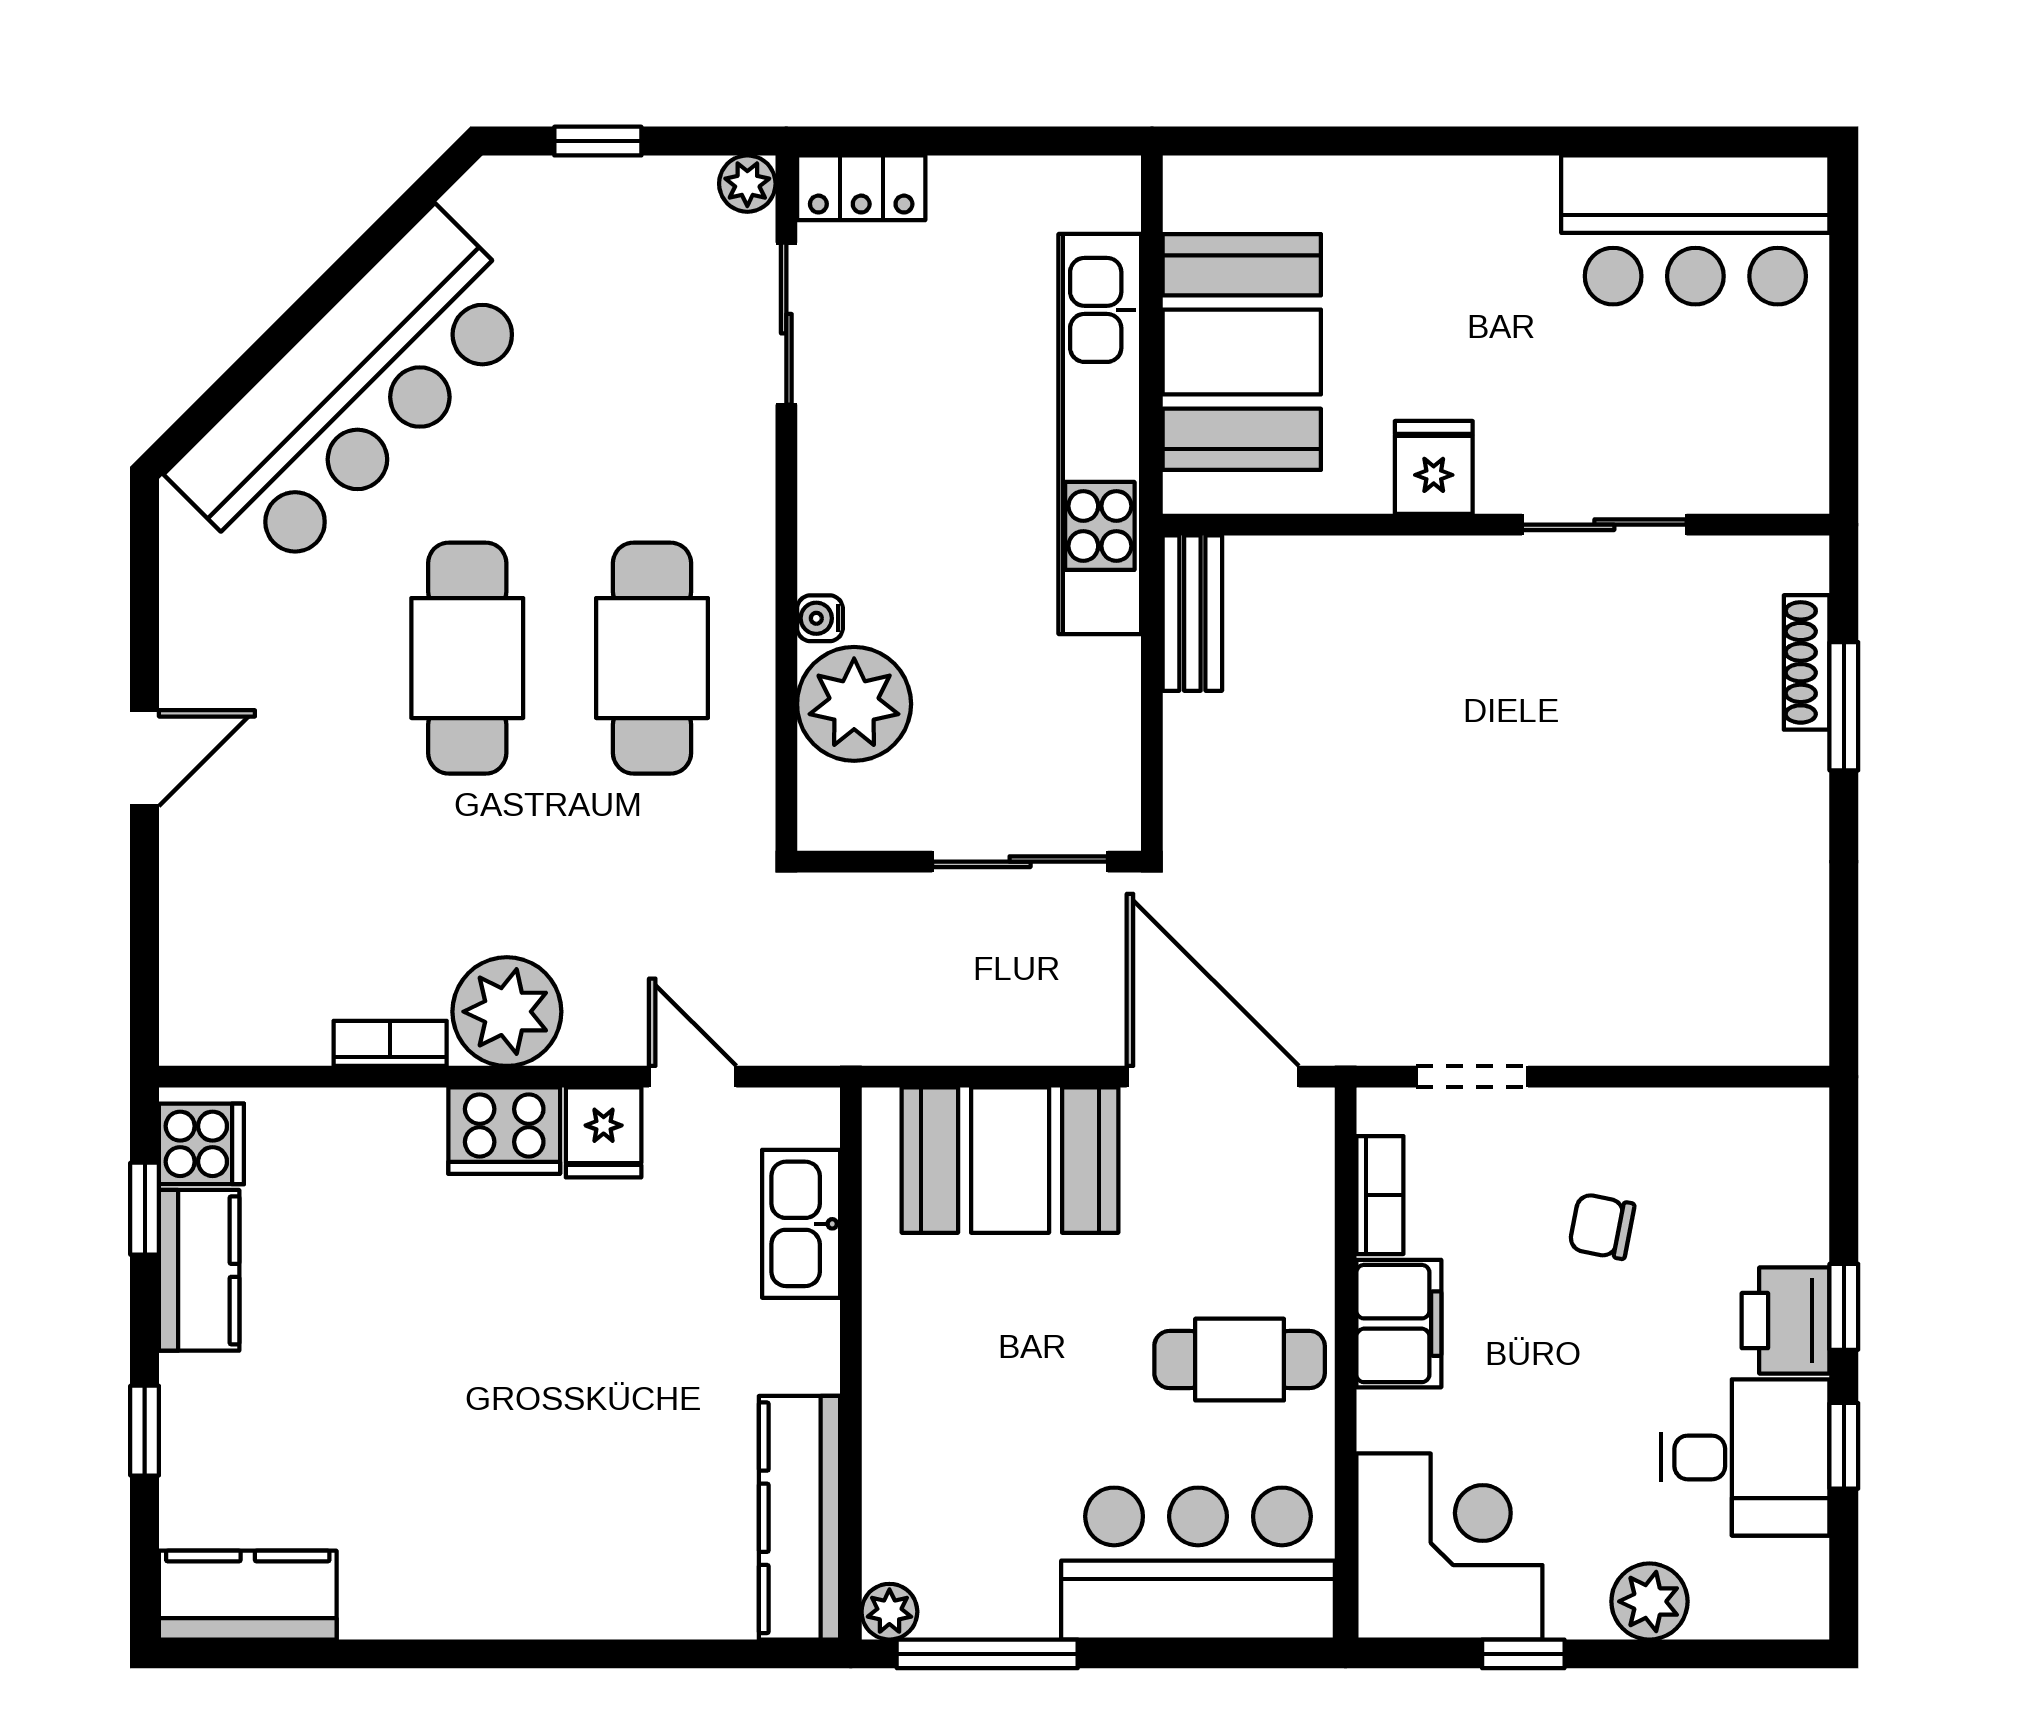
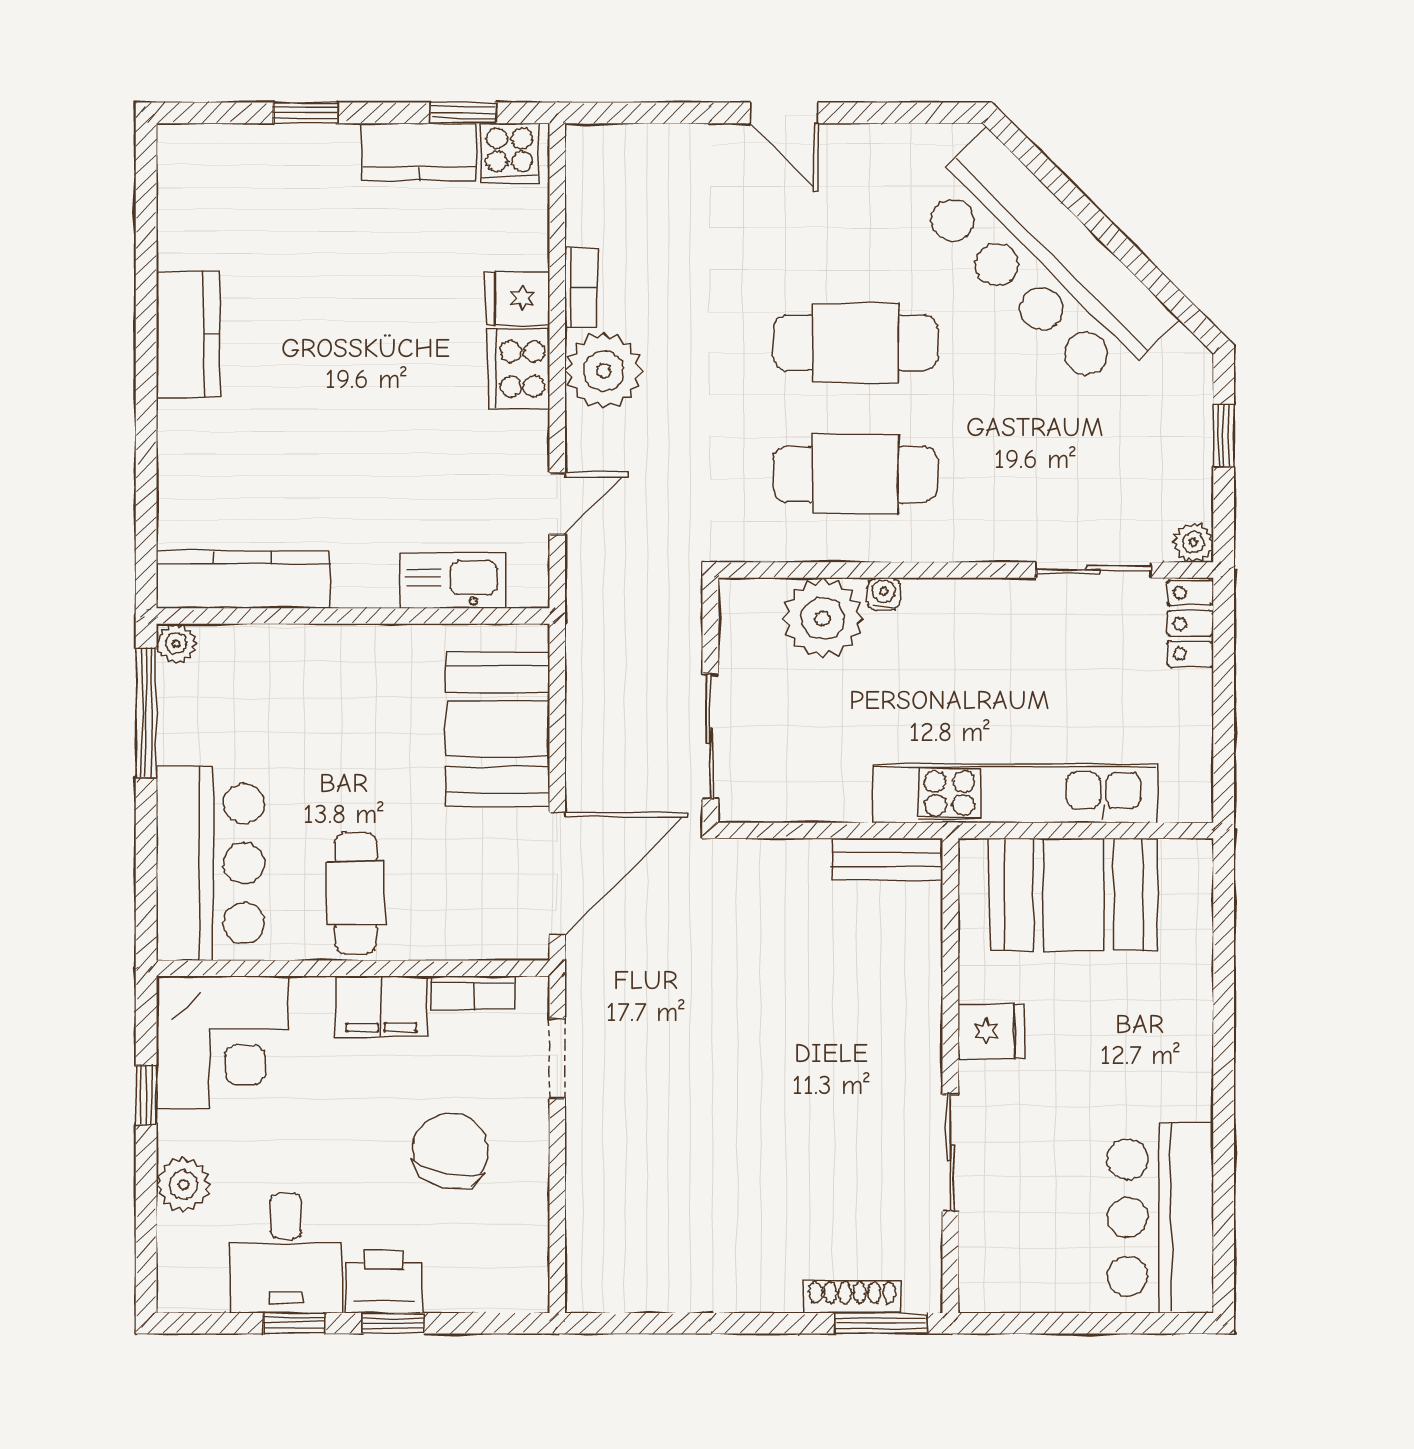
window: (1844, 706) -> (881, 1323), moved
fridge: (604, 1132) -> (517, 298), moved
chair: (1602, 1226) -> (451, 1151), width x1.87, depth x1.87
kitchen counter: (248, 1595) -> (188, 334), moved

